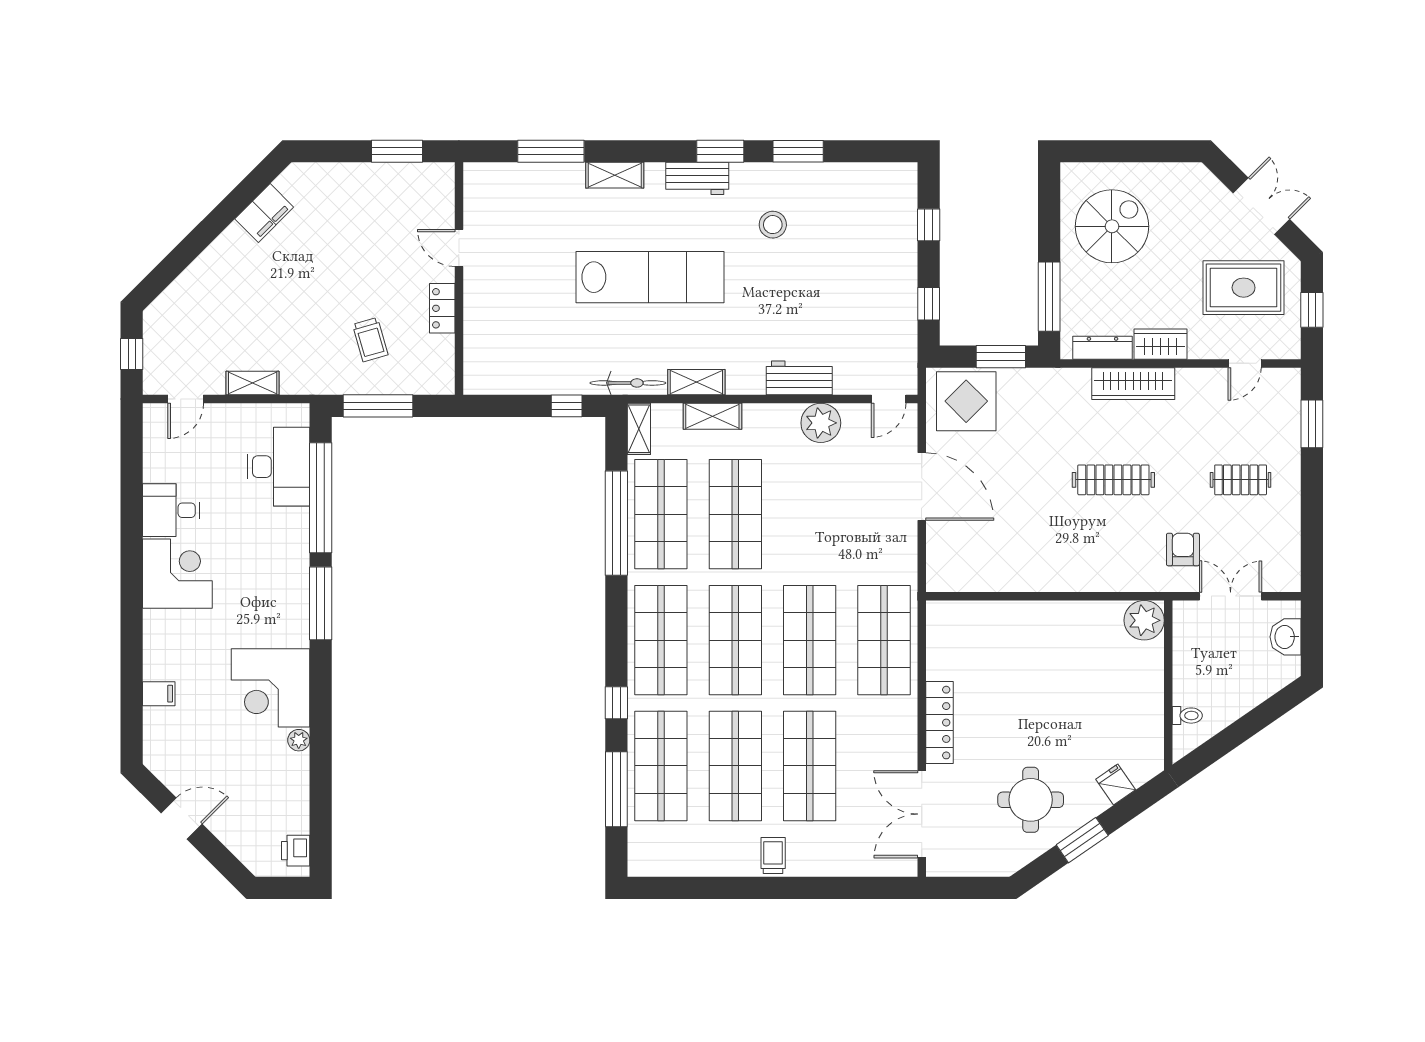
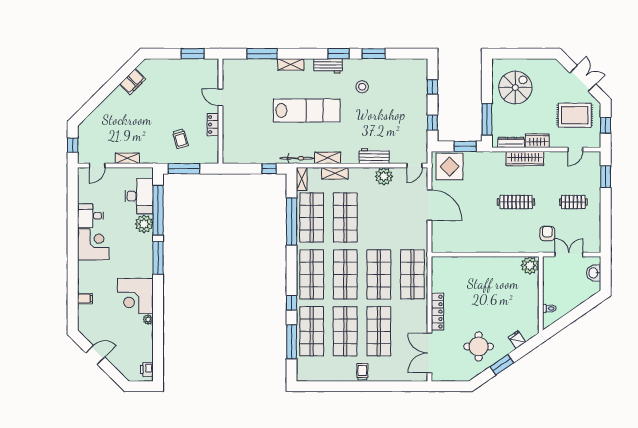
plant: (290, 528) -> (144, 224), added

